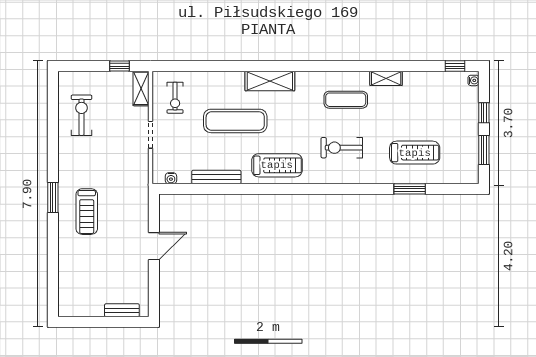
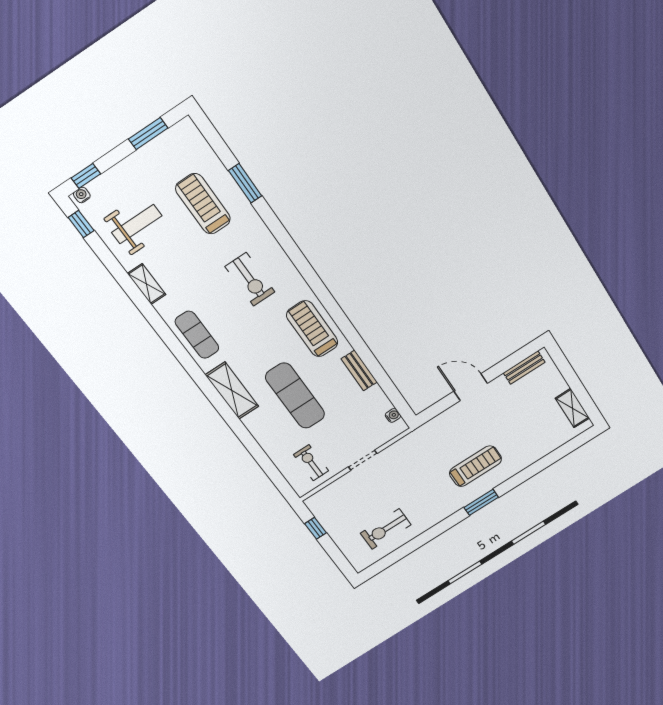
shelving: (141, 88) -> (572, 408), moved, turned 90
exercise bike: (175, 98) -> (311, 463), turned -90
exercise mat: (346, 100) -> (197, 335), moved
weight bench: (431, 101) -> (137, 224), added
window: (484, 113) -> (86, 176), moved
bench: (216, 177) -> (359, 370), width x0.73
bench: (122, 310) -> (524, 368), moved, turned 90

